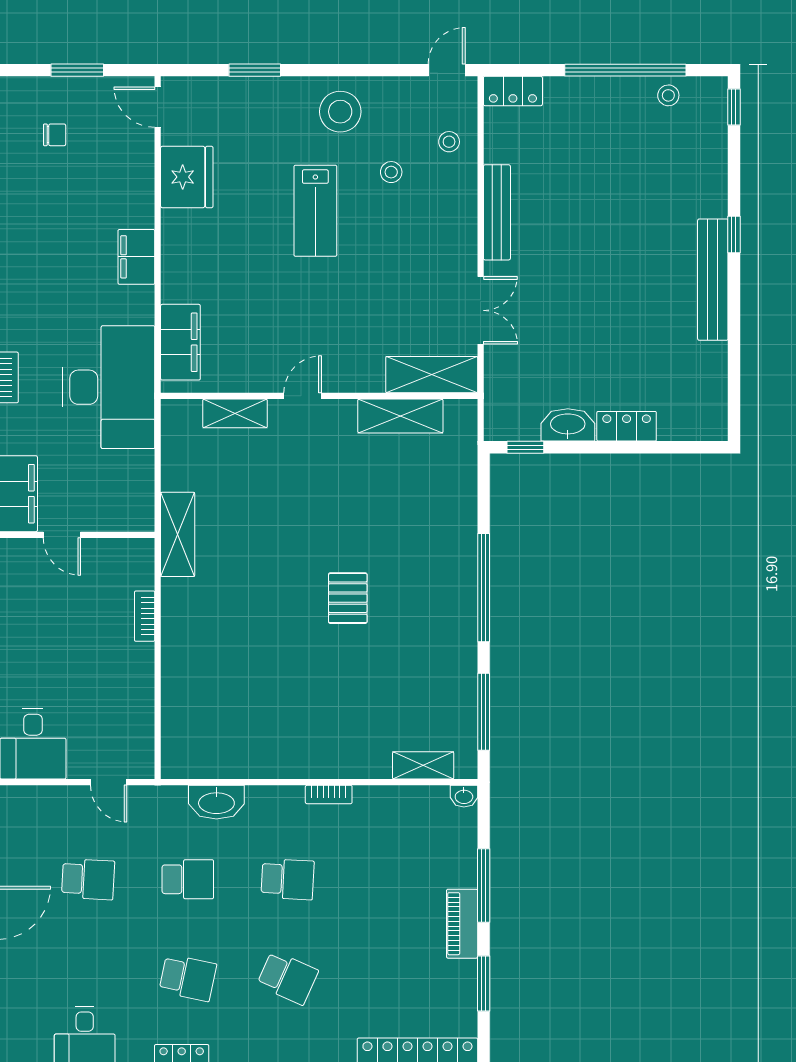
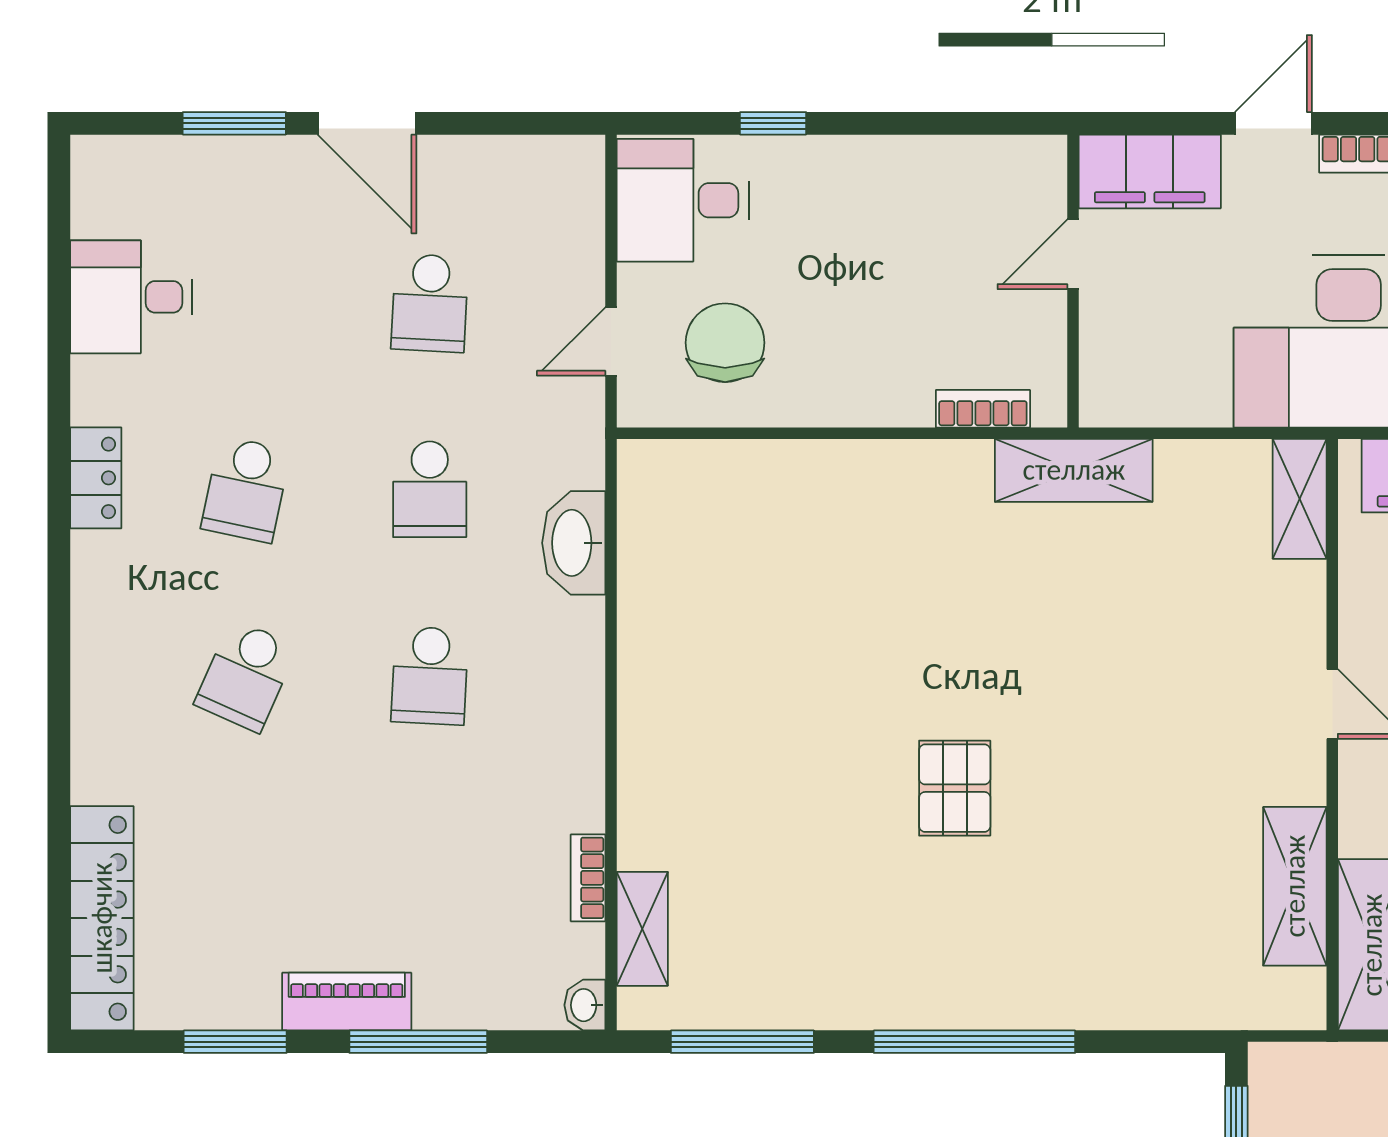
shelving: (235, 413) -> (1300, 499), moved
pallet: (348, 598) -> (955, 788), turned 90
bookcase: (145, 616) -> (983, 409), moved
chair: (109, 721) -> (725, 343), added
bookcase: (329, 794) -> (588, 878), moved

